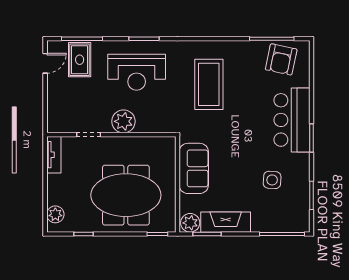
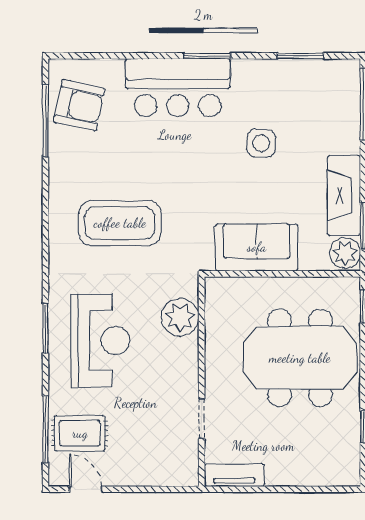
plant: (123, 121) -> (180, 317), moved
side table: (272, 180) -> (261, 143), moved
meeting table: (126, 195) -> (300, 358), turned 90
plant: (55, 214) -> (331, 473), removed

